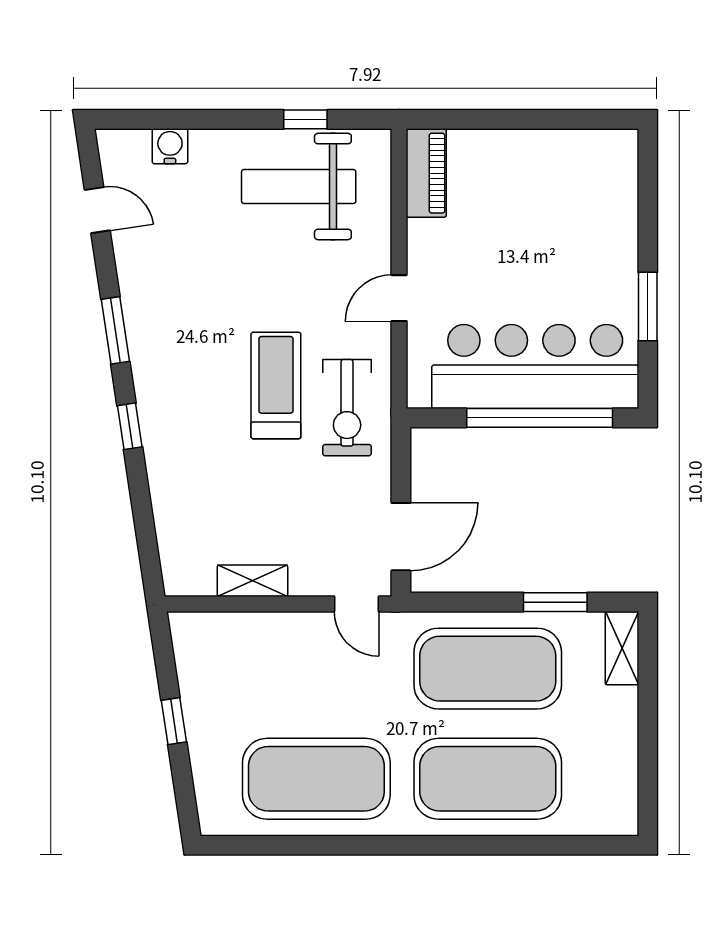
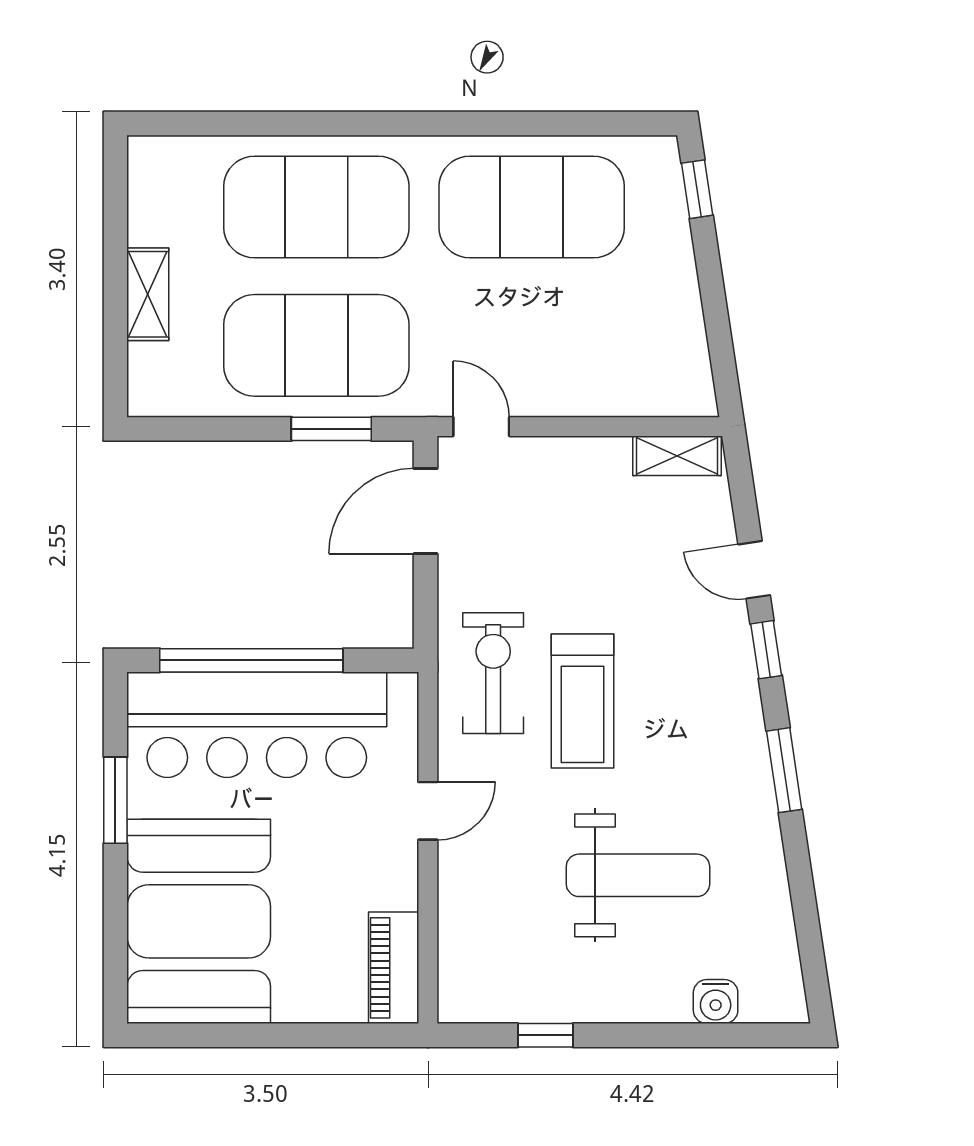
weight bench: (299, 186) -> (638, 875), moved
door: (97, 210) -> (754, 570), moved
booth: (581, 210) -> (199, 921), added
shelving: (252, 581) -> (677, 456), moved
window: (555, 602) -> (331, 429), moved
shelving: (622, 648) -> (148, 294), moved
window: (174, 721) -> (697, 189), moved

